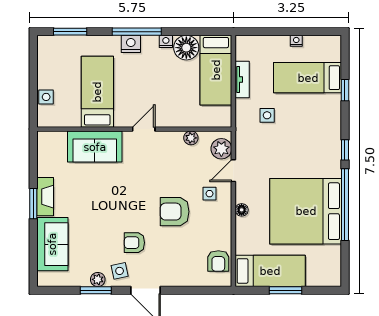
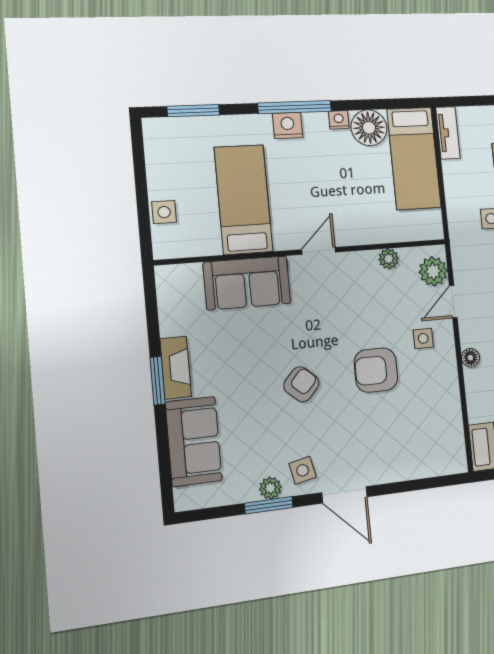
tv unit: (242, 80) -> (448, 133), moved
armchair: (134, 243) -> (301, 384), moved, turned 132
armchair: (218, 261) -> (446, 437), removed

